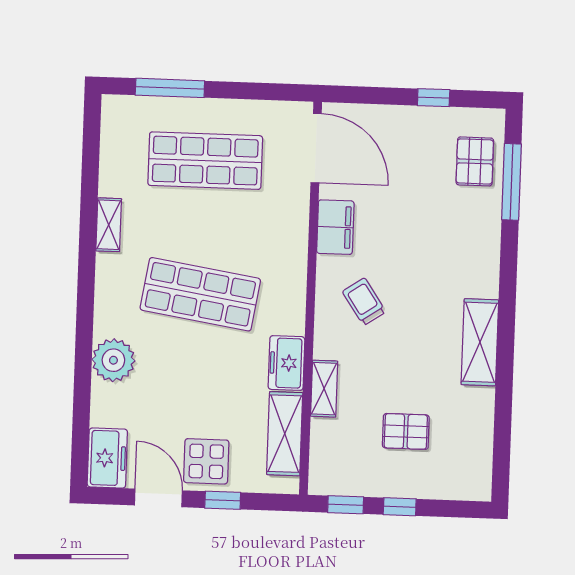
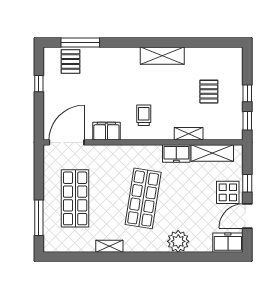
pallet: (475, 161) -> (70, 62), turned 90
trolley: (364, 302) -> (144, 115), turned 124

